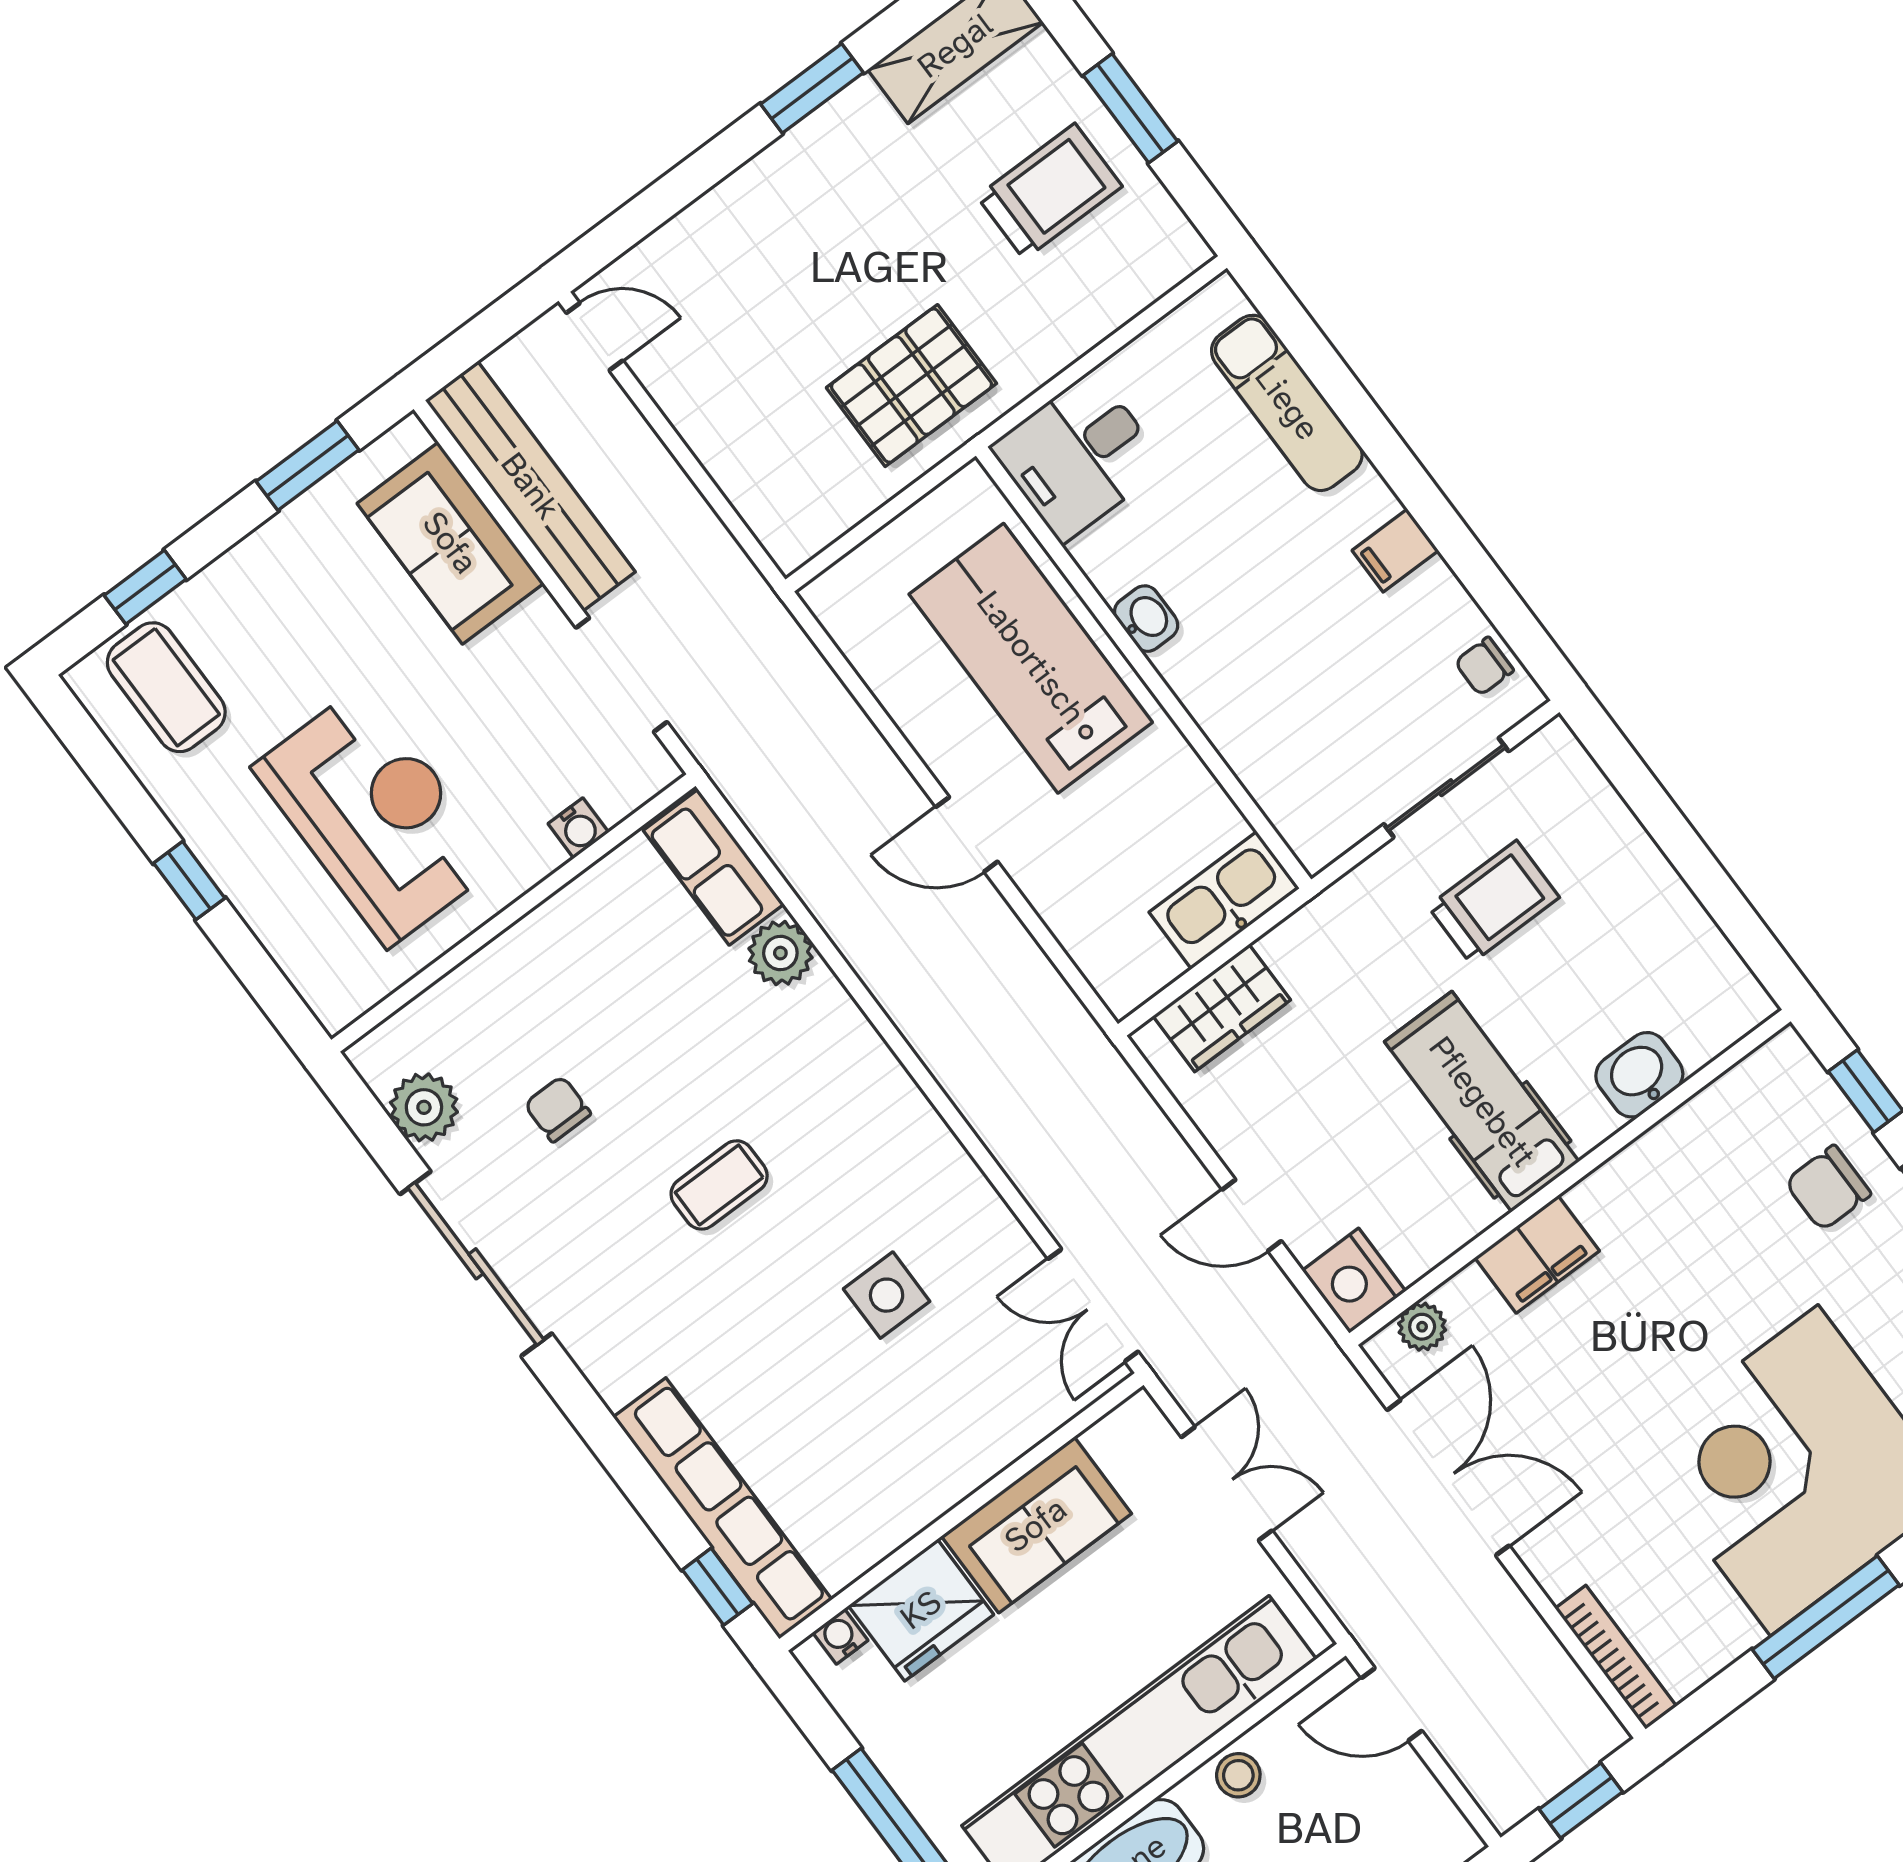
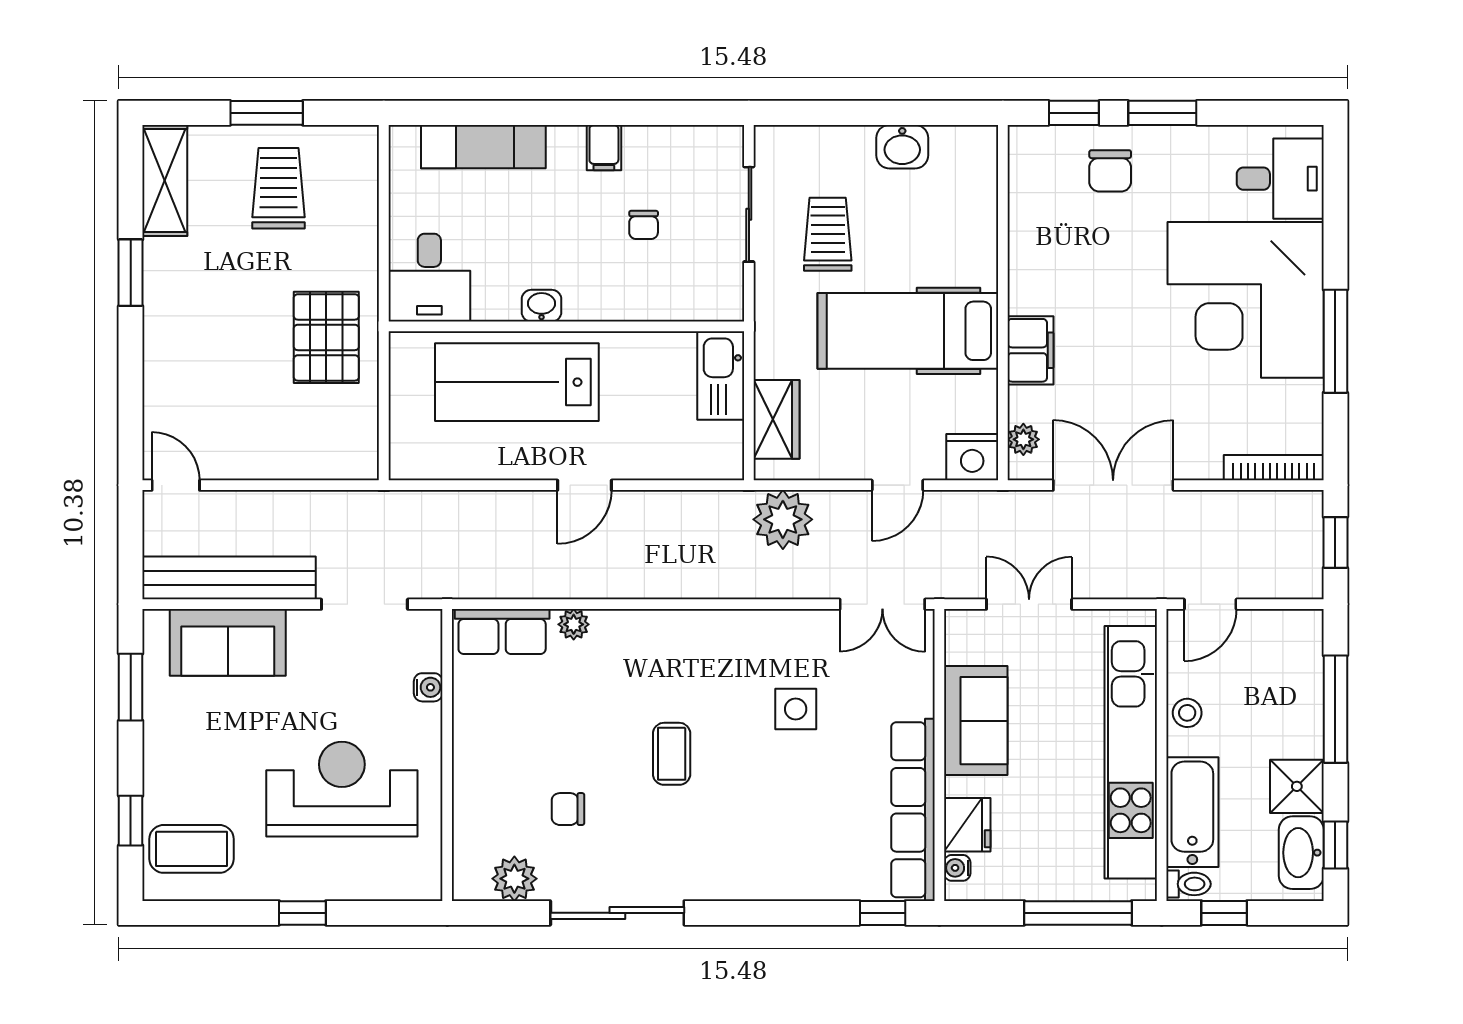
door: (595, 337) -> (176, 485), hinge flipped
chair: (1484, 666) -> (644, 225), moved
plant: (780, 953) -> (574, 624), width x0.73, depth x0.73
washbasin: (1639, 1075) -> (902, 147), moved, turned -90
hospital bed: (1482, 1102) -> (908, 331), width x1.37, depth x1.29
plant: (1106, 1107) -> (783, 519), added
row of seats: (723, 1508) -> (913, 810), moved, turned -90
fridge: (921, 1610) -> (967, 825), width x0.73, depth x0.75

